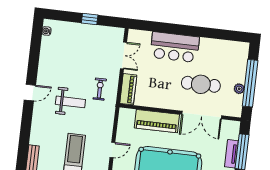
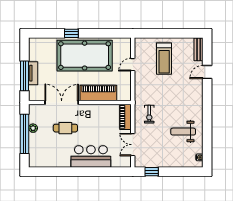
window: (90, 19) -> (152, 172), moved
cafe table: (201, 84) -> (65, 128), width x0.73, depth x0.74
door: (30, 93) -> (207, 72), moved
weight bench: (70, 102) -> (183, 132), moved

